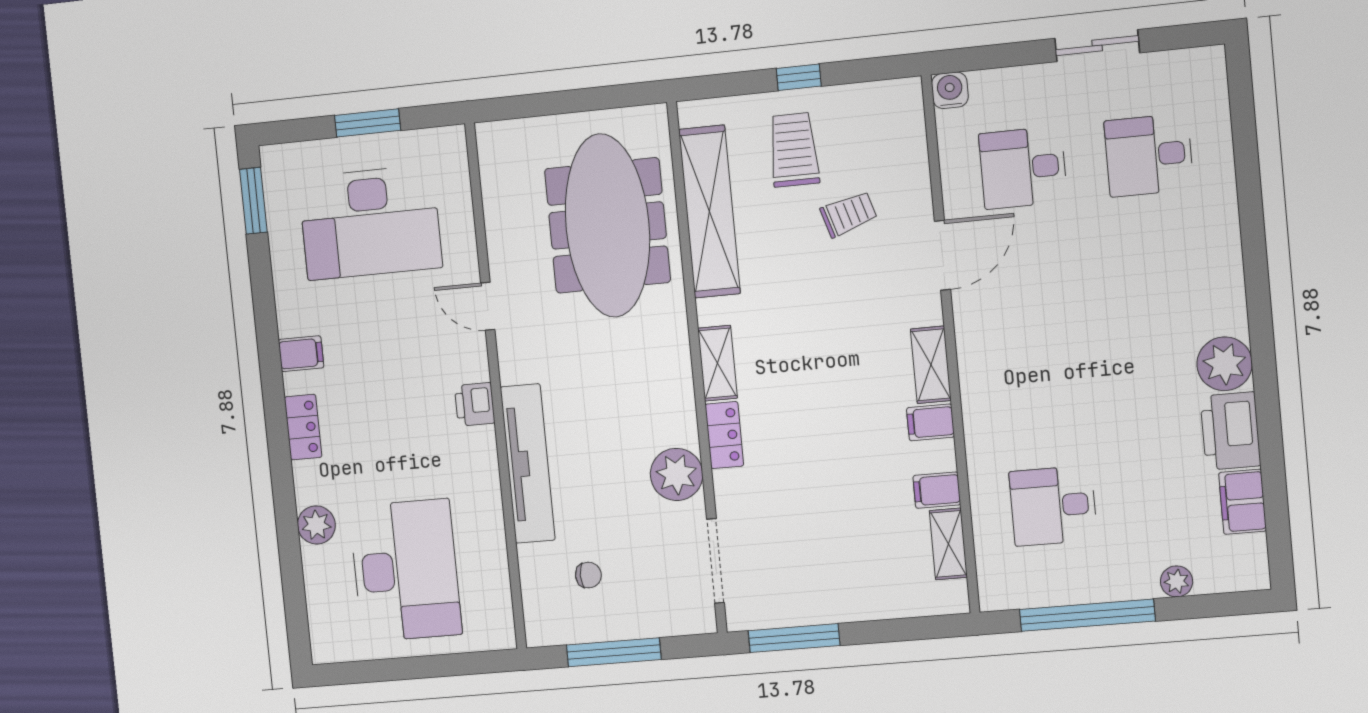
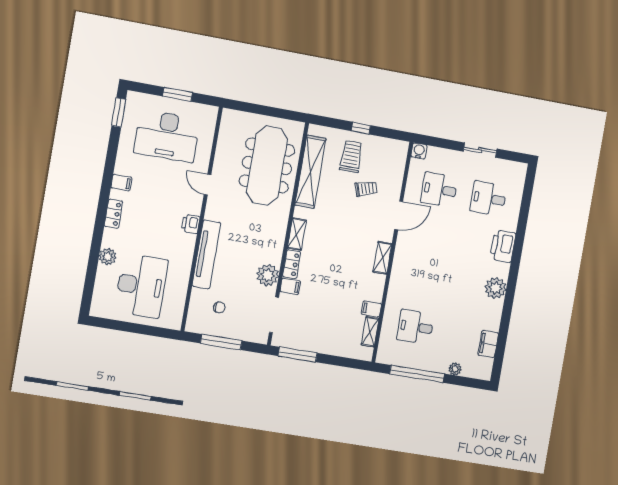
filing cabinet: (931, 422) -> (290, 286), moved, turned 180
printer: (1230, 431) -> (503, 246), moved

